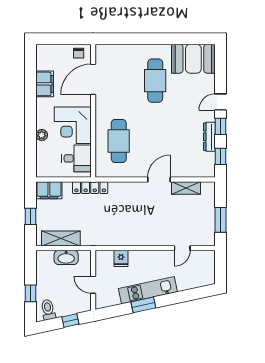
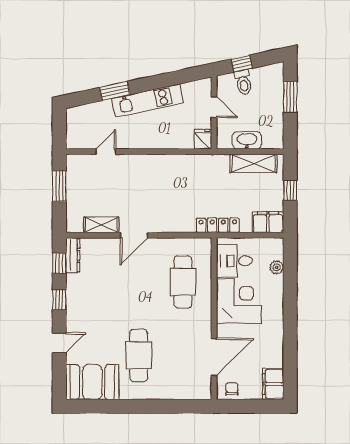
filing cabinet: (45, 84) -> (273, 384), moved
door: (221, 102) -> (59, 343), moved
plant: (42, 135) -> (277, 267), moved
dresser: (209, 137) -> (73, 255), moved
fridge: (121, 258) -> (203, 139), moved
window: (31, 293) -> (290, 97), width x1.50
window: (143, 305) -> (115, 91), moved
toilet: (48, 310) -> (243, 82), moved

